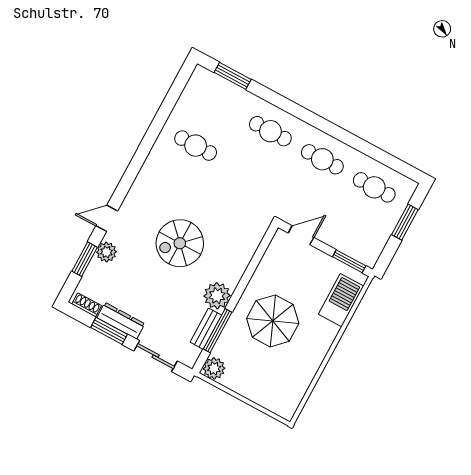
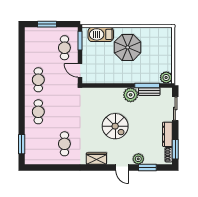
wardrobe: (144, 185) -> (96, 159), added
cafe table: (374, 187) -> (64, 48), moved
parasol: (273, 321) -> (128, 47), moved
window: (109, 331) -> (175, 149), moved

